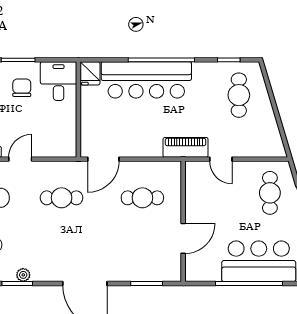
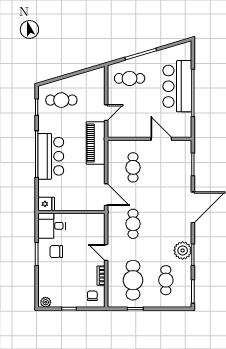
bar counter: (146, 80) -> (51, 156), width x0.73
piano: (186, 147) -> (96, 143), width x1.37, depth x1.33
plant: (23, 275) -> (183, 250), width x1.88, depth x1.88

